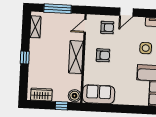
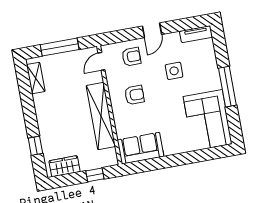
side table: (146, 48) -> (174, 71), moved
window: (25, 57) -> (35, 146), moved
shelving: (76, 57) -> (101, 116), width x1.47
boiler: (75, 96) -> (109, 157), removed

